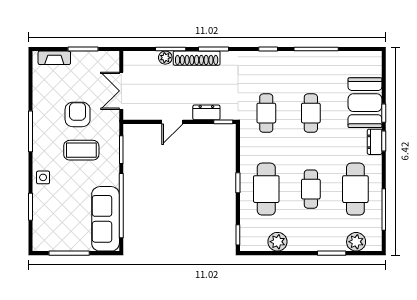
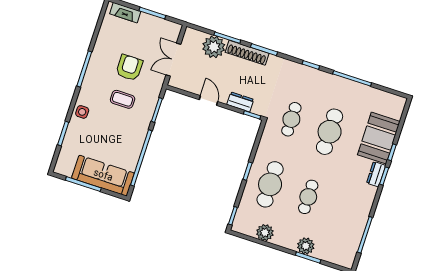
plant: (165, 58) -> (214, 47), width x1.87, depth x1.87
cafe table: (311, 113) -> (330, 132), width x1.37, depth x1.35
door: (172, 122) -> (208, 101), swing flipped
coffee table: (81, 150) -> (123, 99), width x0.73, depth x0.77
cafe table: (355, 189) -> (346, 209), removed
sofa: (106, 219) -> (103, 176), moved, turned 90
plant: (356, 242) -> (306, 246), moved

